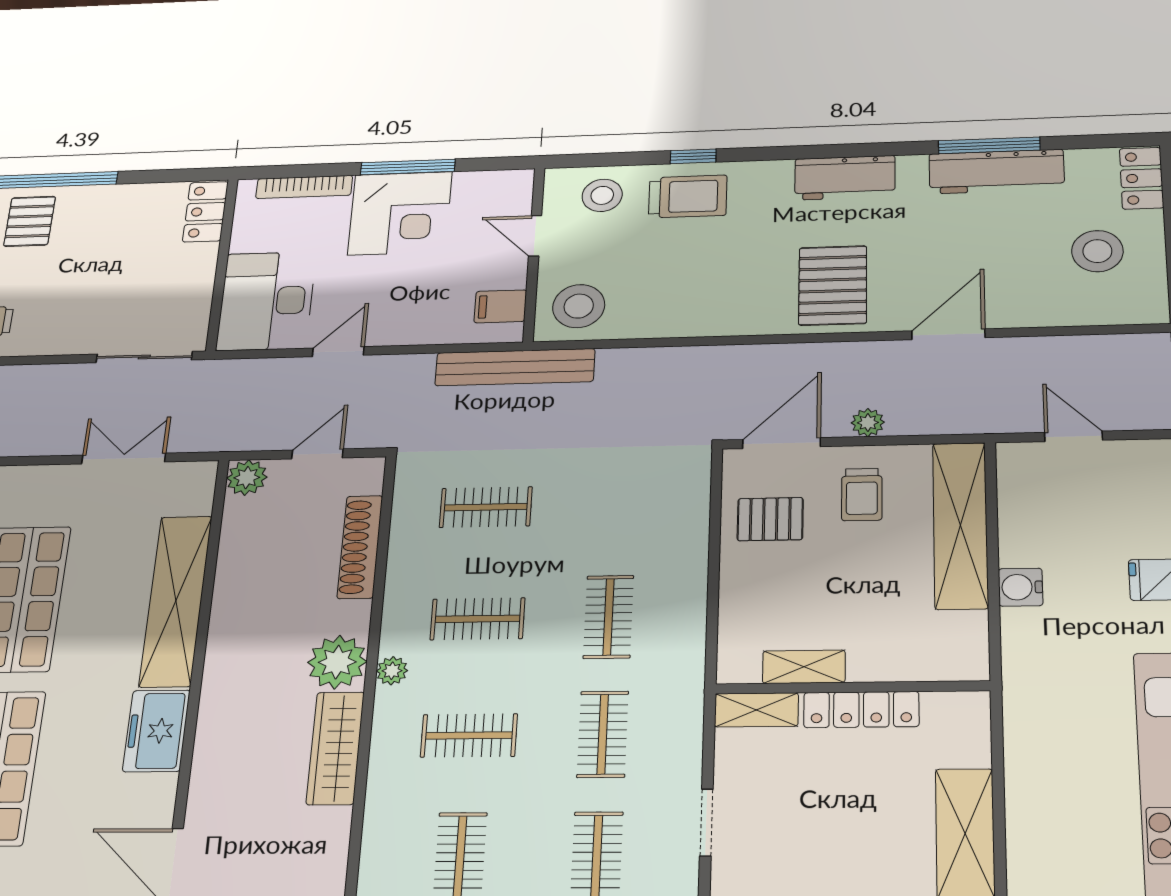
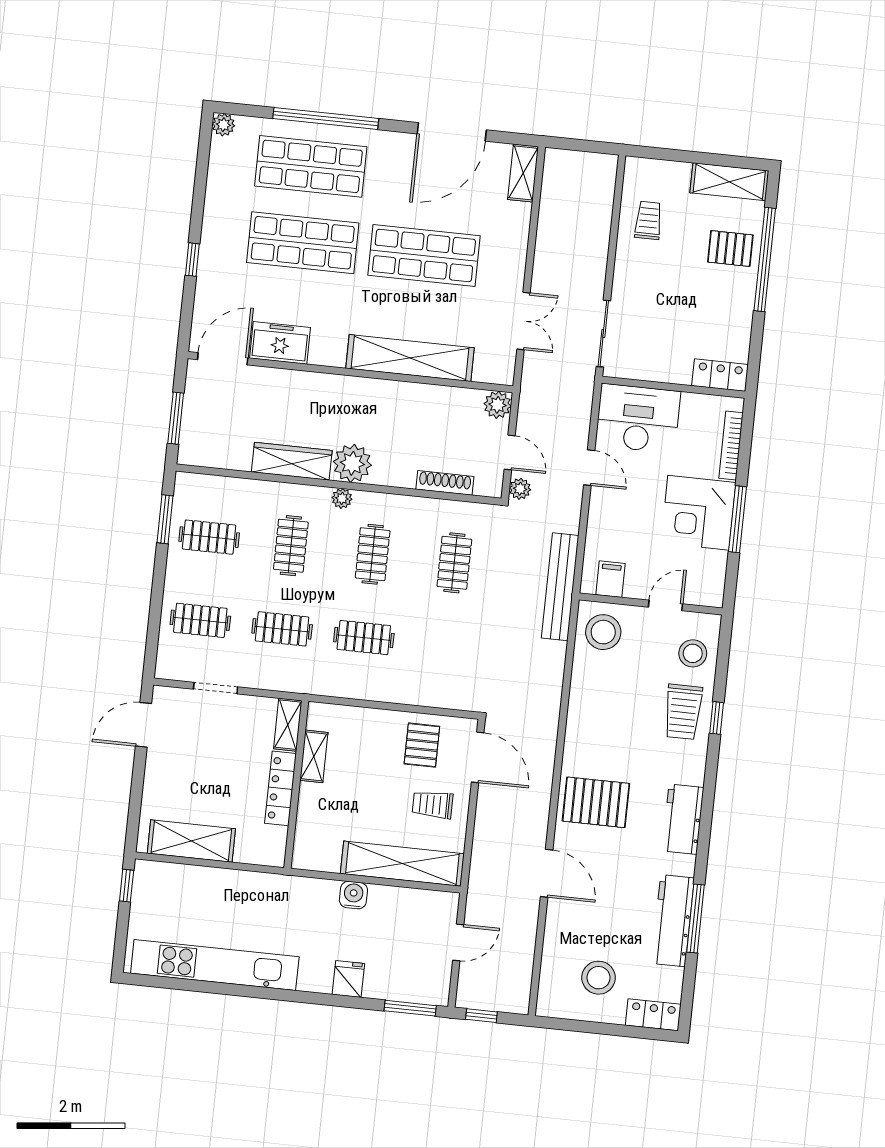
plant: (868, 423) -> (520, 489), moved
shoe rack: (360, 547) -> (445, 483), width x0.74, depth x0.81
freezer: (156, 731) -> (280, 343), moved

